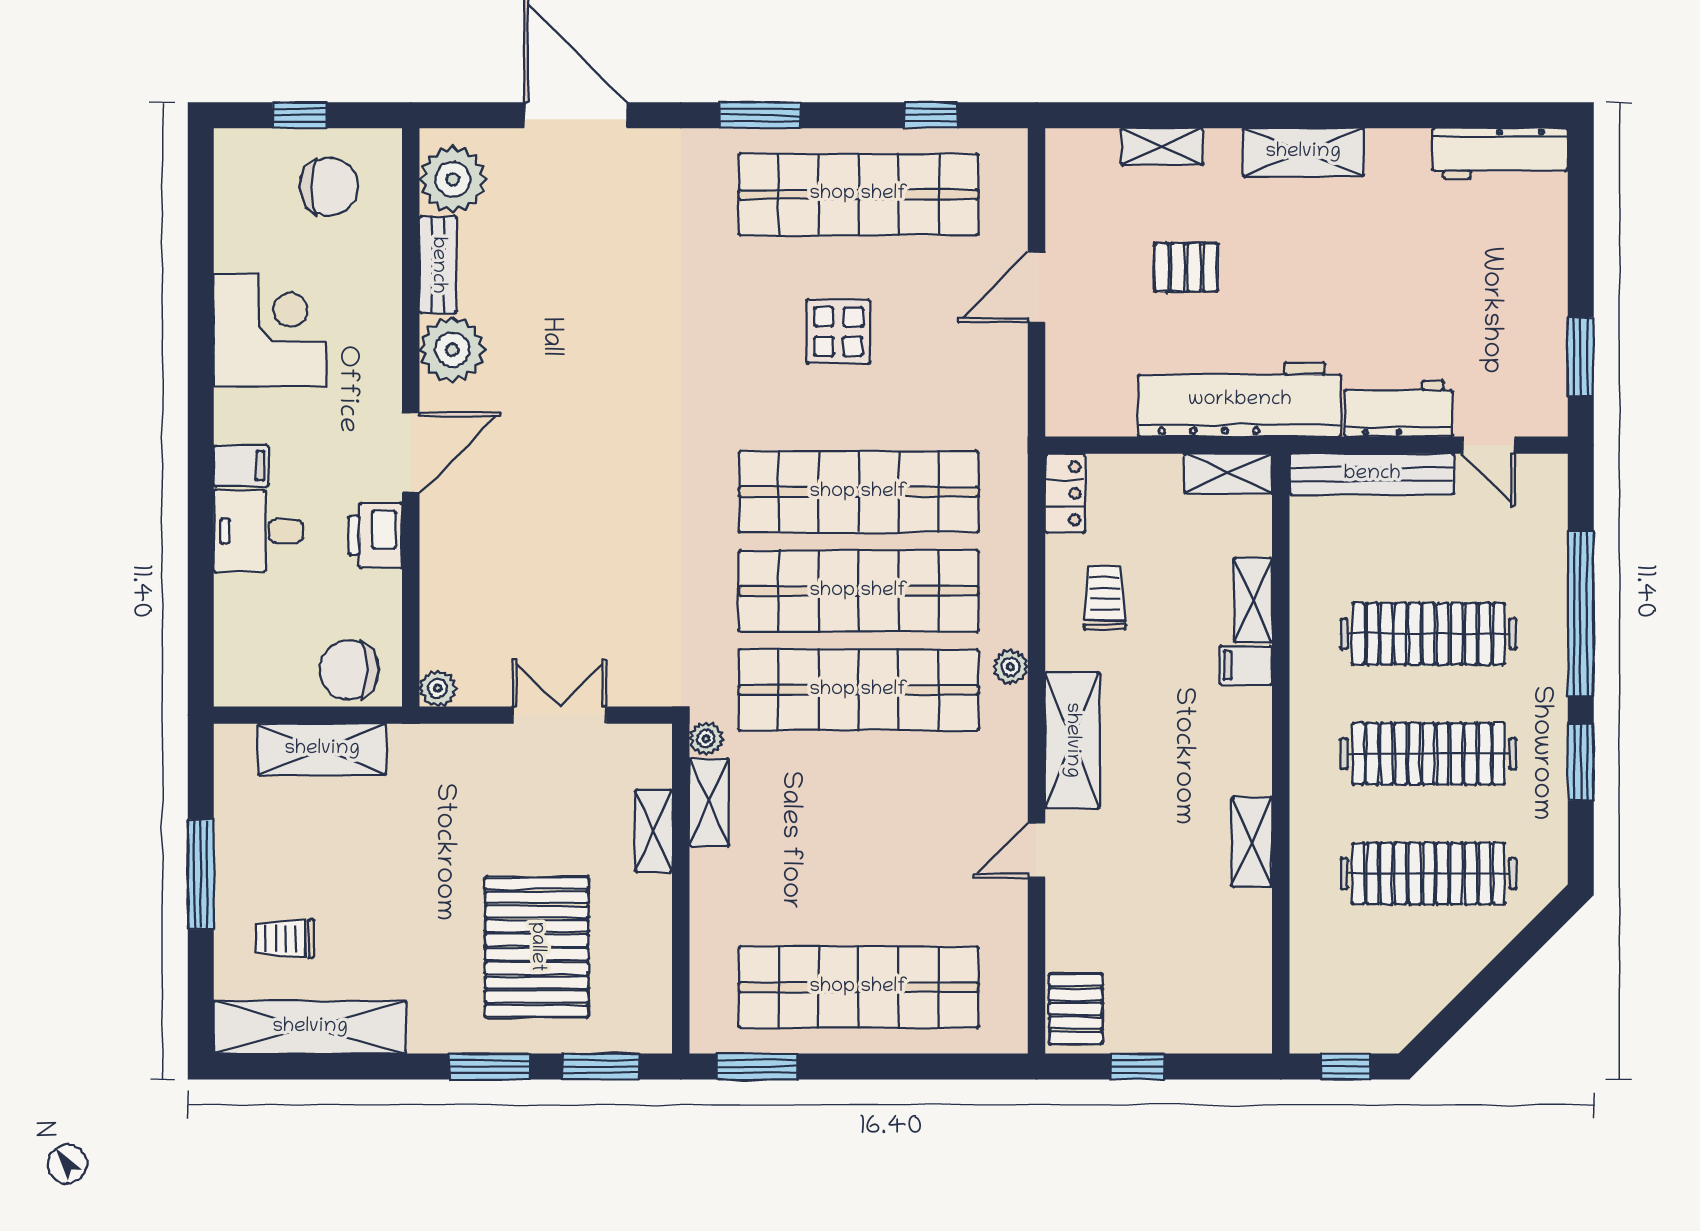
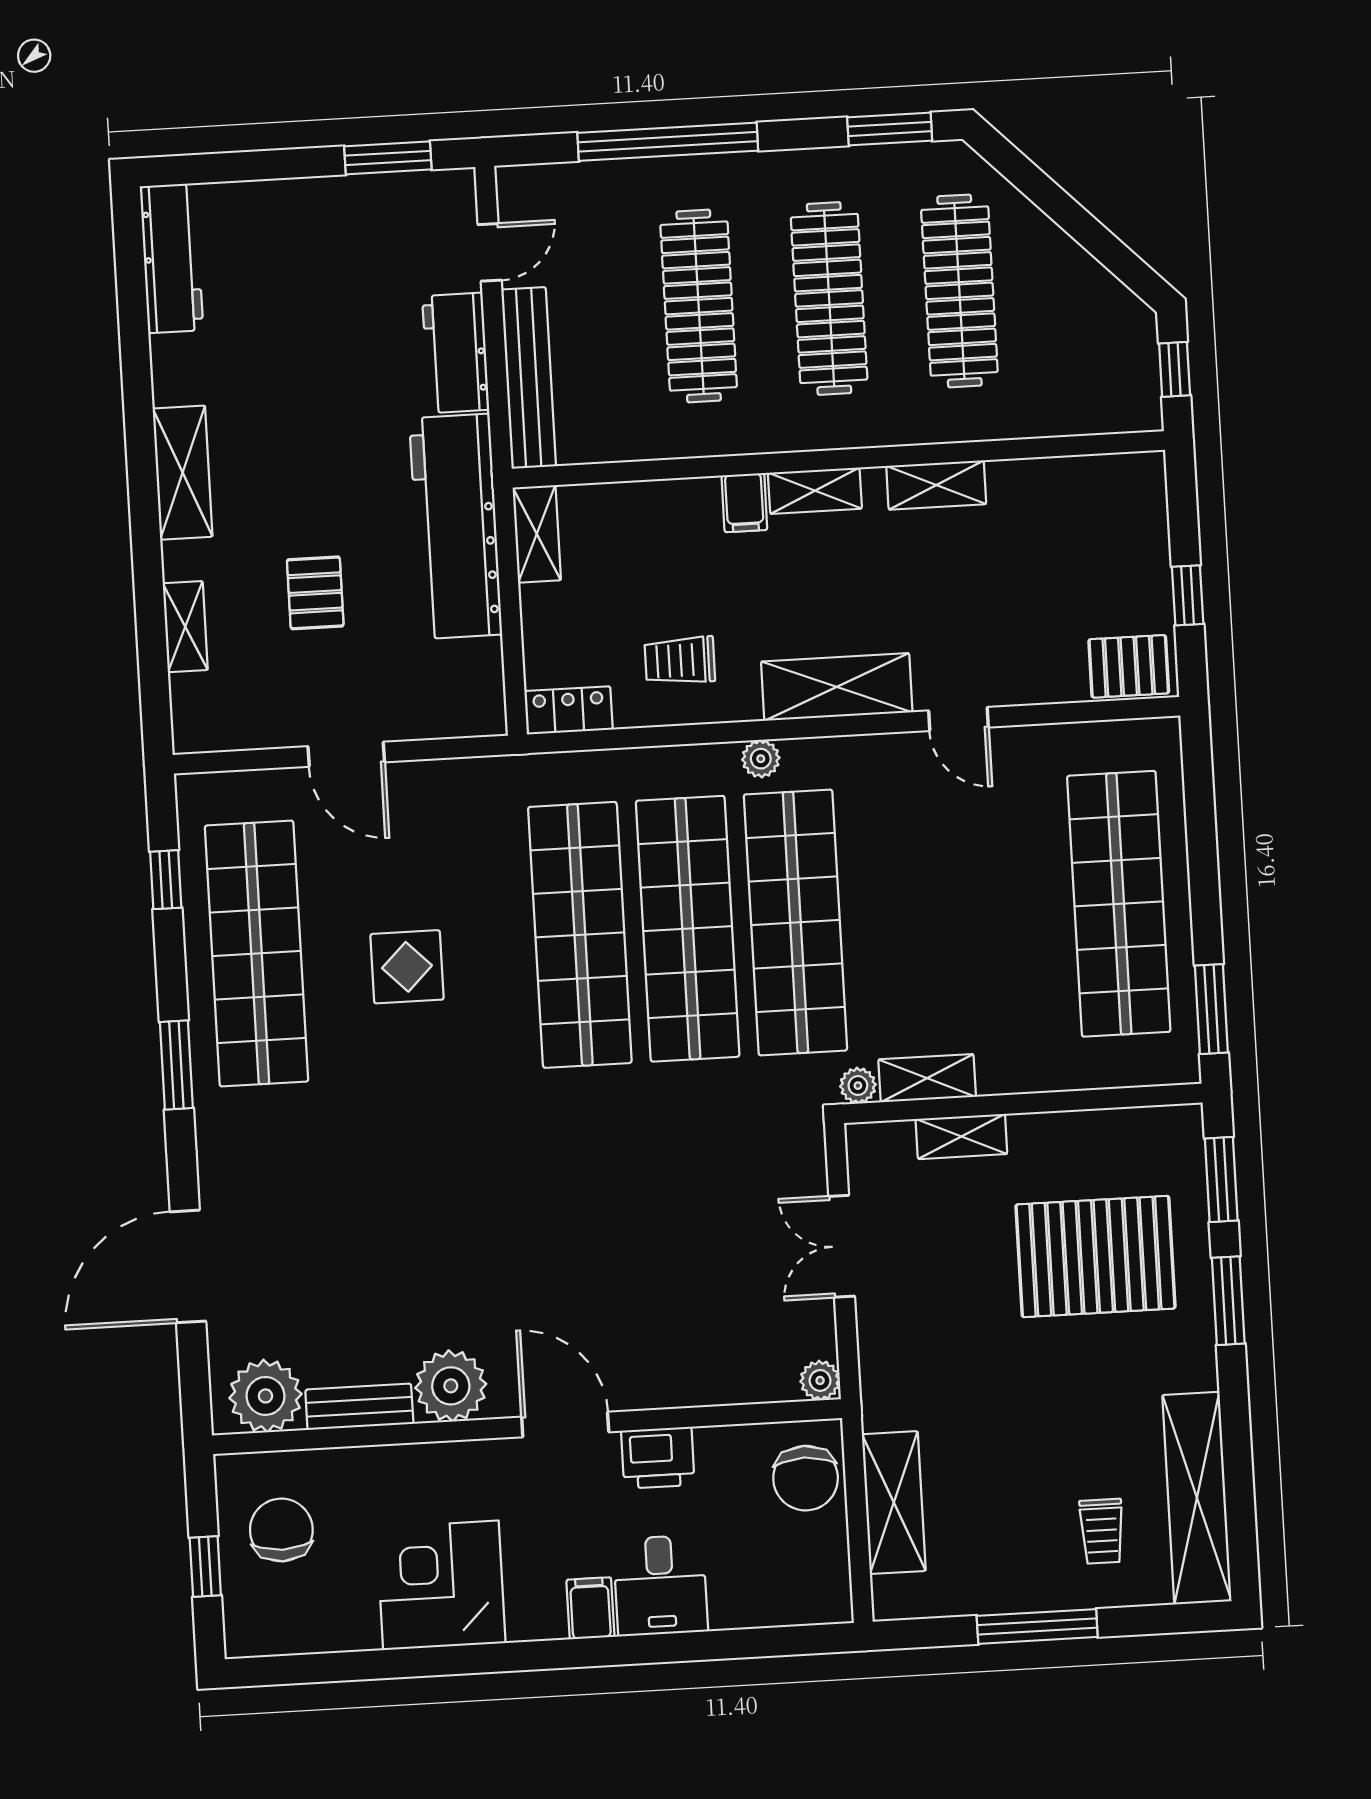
shelving: (1253, 600) -> (815, 491), moved
window: (1581, 762) -> (890, 129), moved

